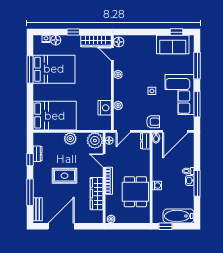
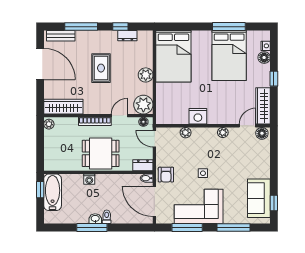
nightstand: (105, 108) -> (198, 116), moved
dining table: (135, 192) -> (101, 153), moved
wardrobe: (97, 194) -> (63, 107), moved
bathtub: (179, 216) -> (53, 192), moved

